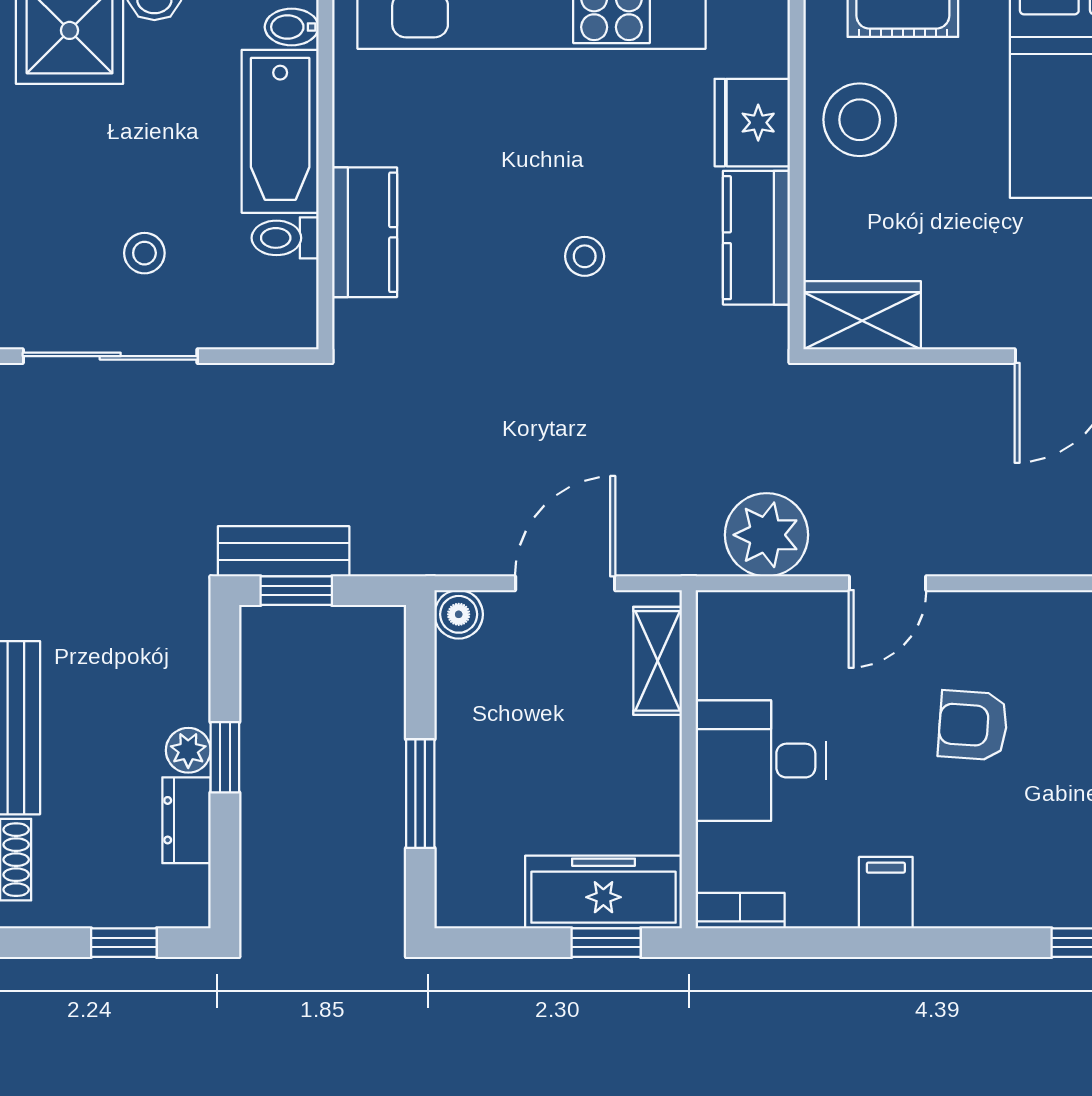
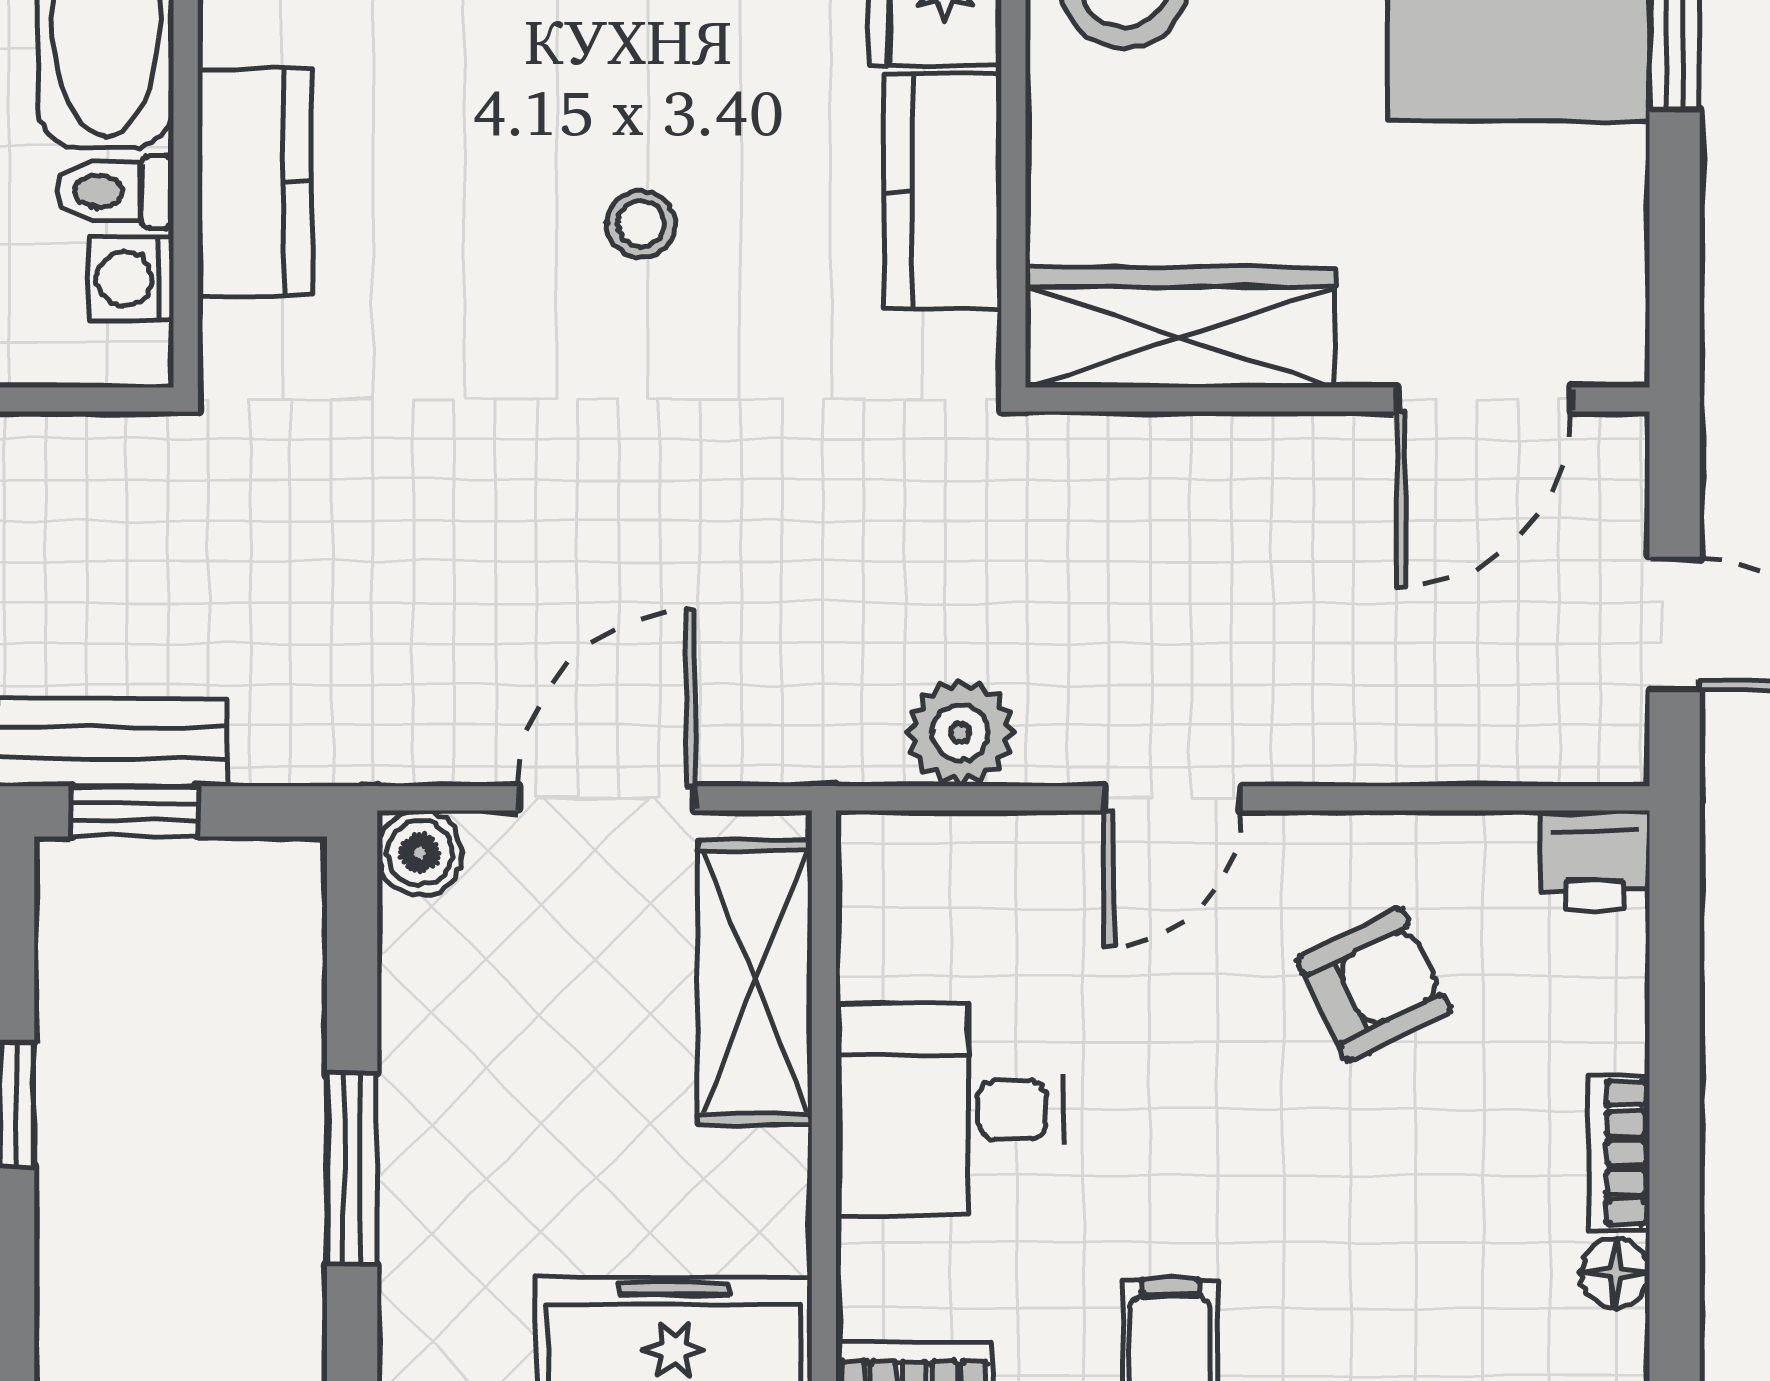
washing machine: (294, 287) -> (131, 278), added
wardrobe: (862, 315) -> (1180, 328), width x1.50
plant: (767, 535) -> (961, 733), width x0.73, depth x0.73
shelving: (658, 661) -> (755, 982), width x1.50, depth x1.33
armchair: (973, 725) -> (1374, 985), moved, turned 150

